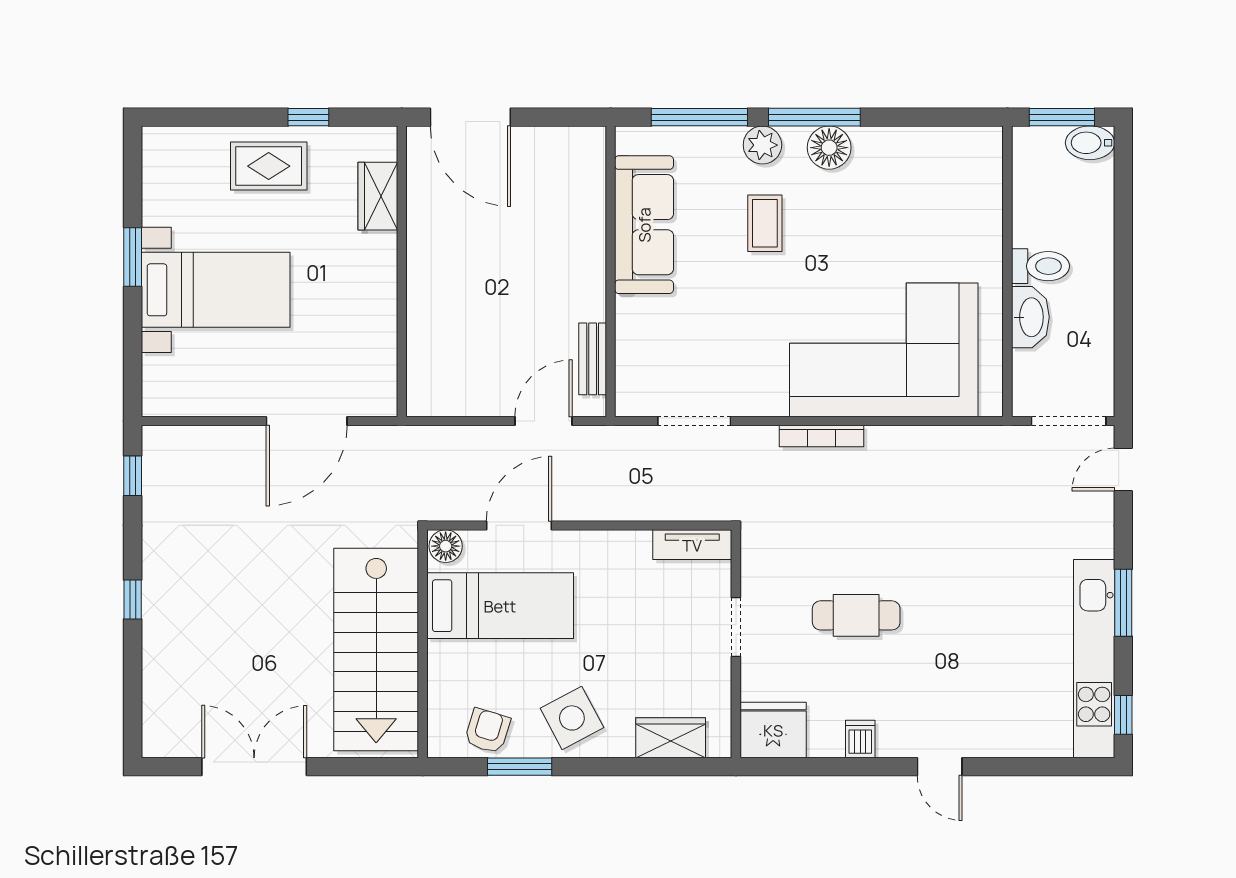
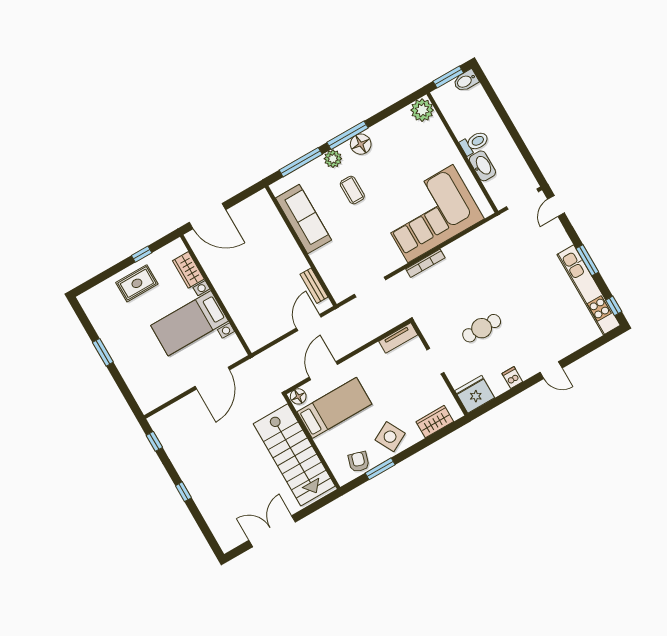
plant: (979, 150) -> (422, 110), added
bed with nightstands: (216, 290) -> (190, 323), moved, turned 180

